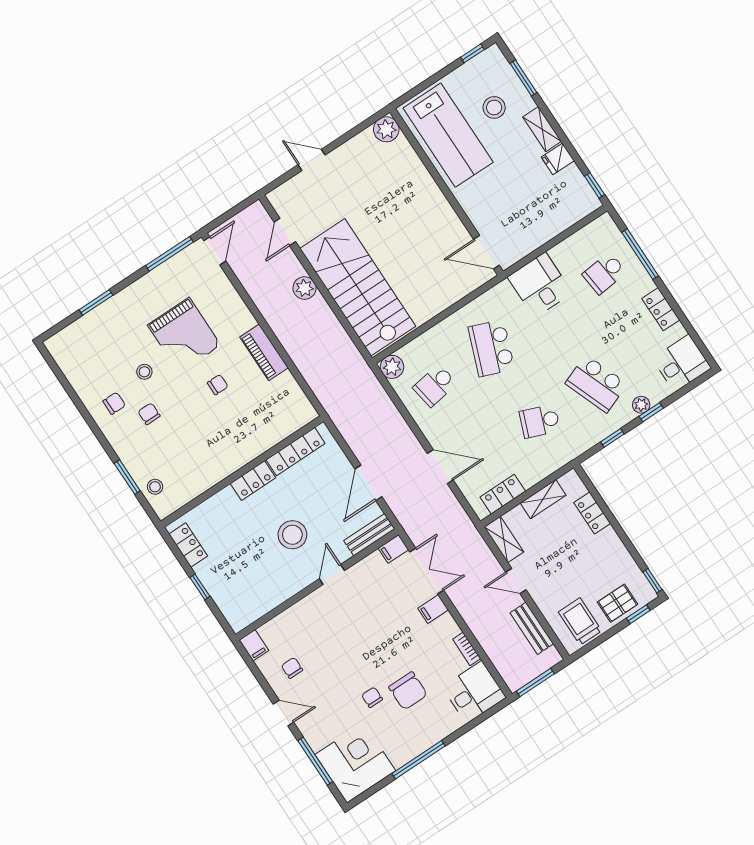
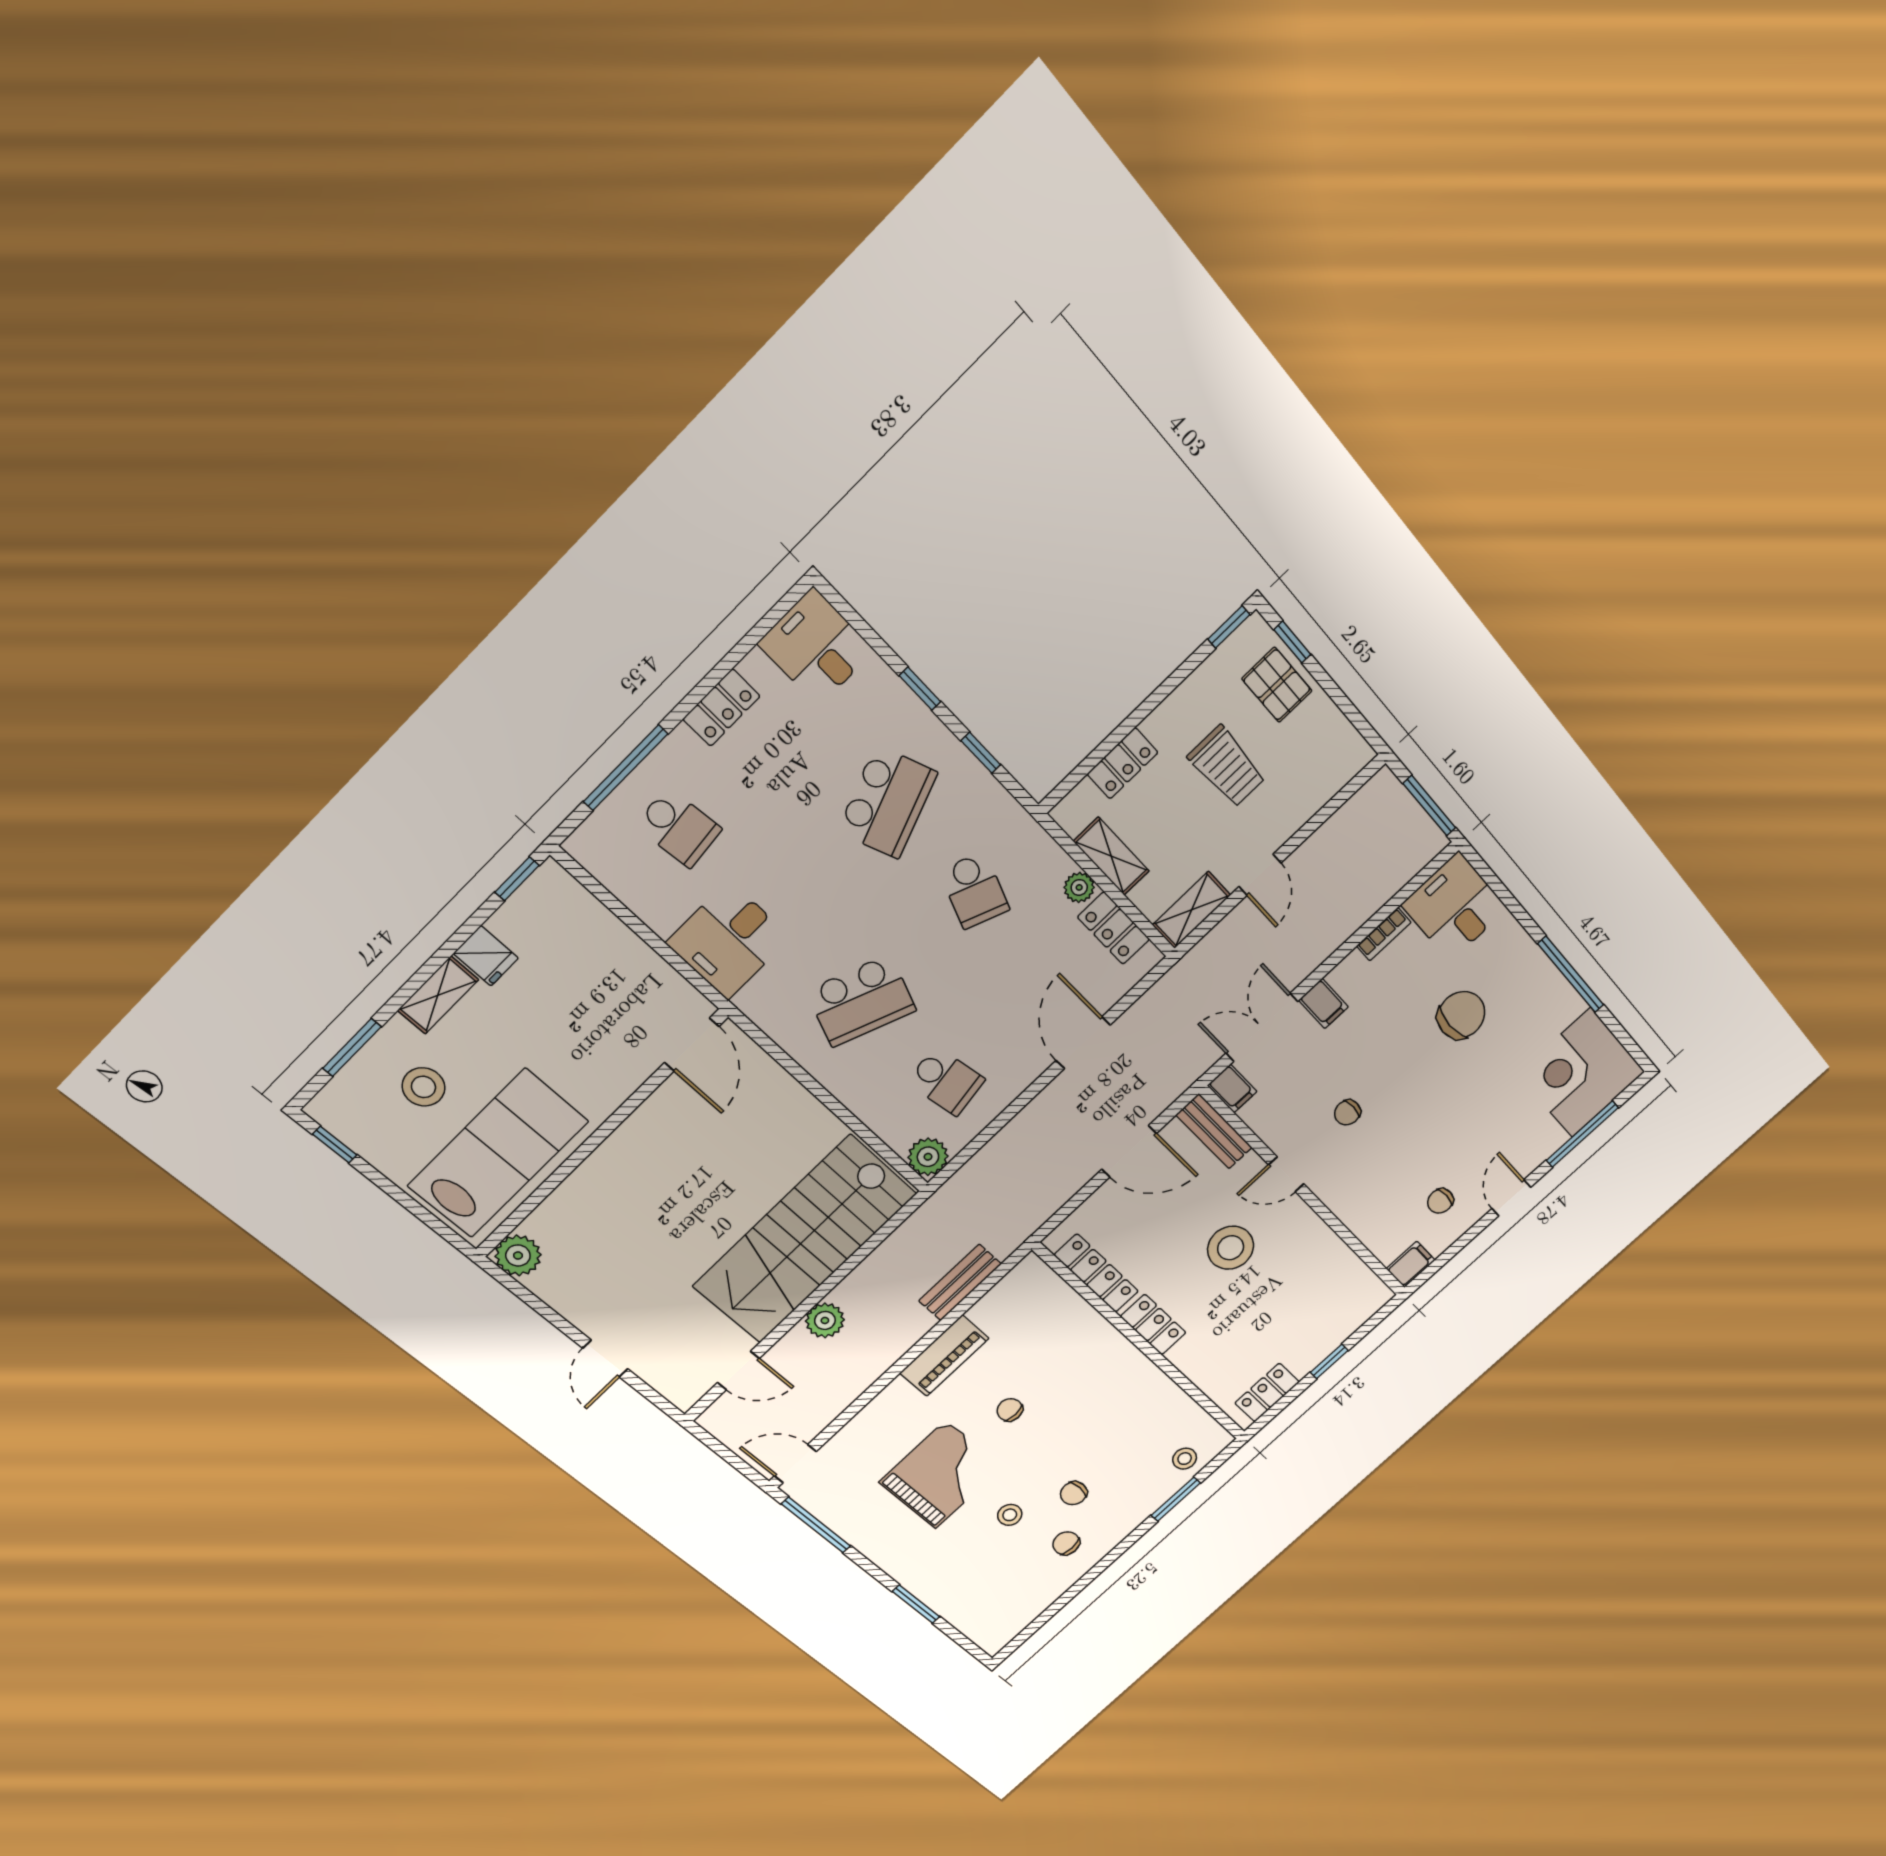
plant: (641, 405) -> (1079, 887), moved
trolley: (580, 621) -> (1227, 767), moved, turned -90
bench: (532, 628) -> (960, 1282), moved
chair: (372, 697) -> (1347, 1113), moved

